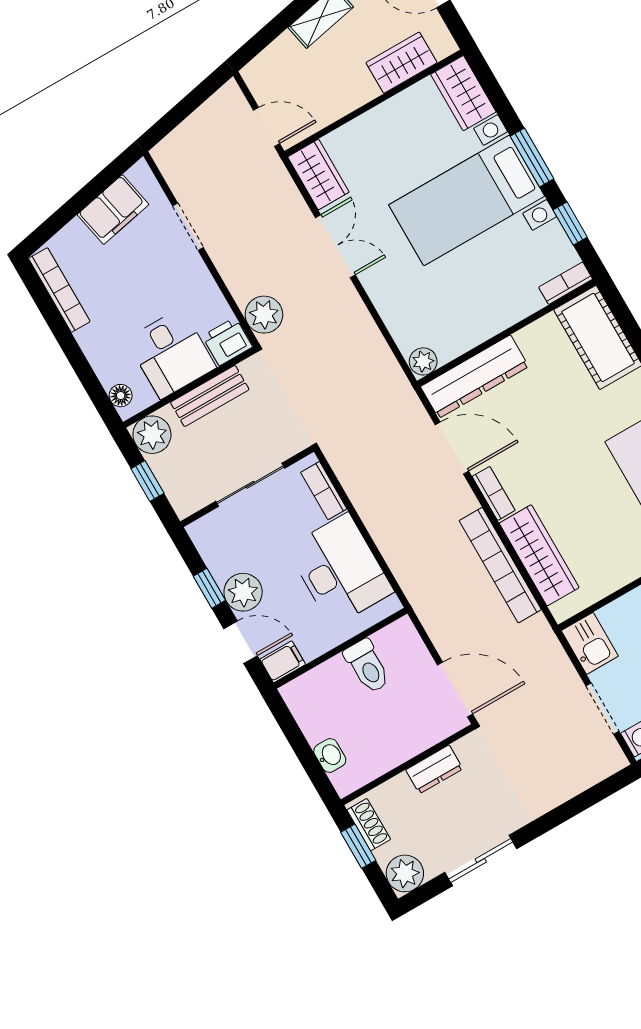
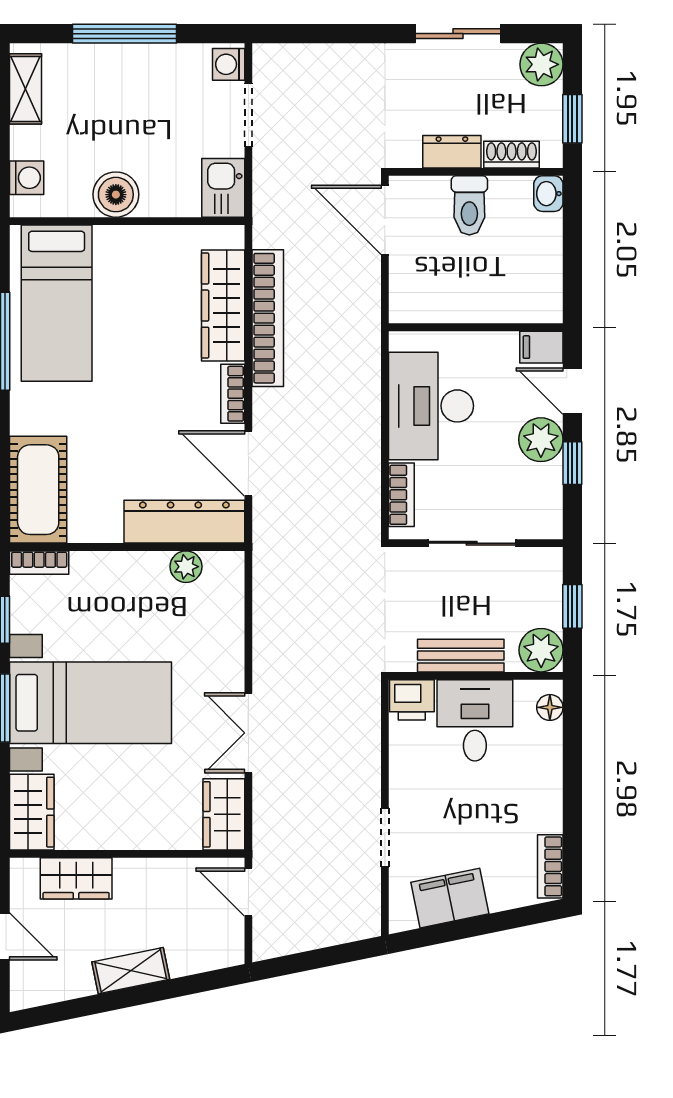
bookcase: (59, 290) -> (550, 866), width x0.64
plant: (264, 315) -> (359, 706), removed
plant: (423, 361) -> (186, 567), moved
toilet: (367, 666) -> (469, 205), moved, turned 180
washbasin: (330, 755) -> (548, 194), moved
shoe rack: (369, 825) -> (512, 155), moved, turned 90

